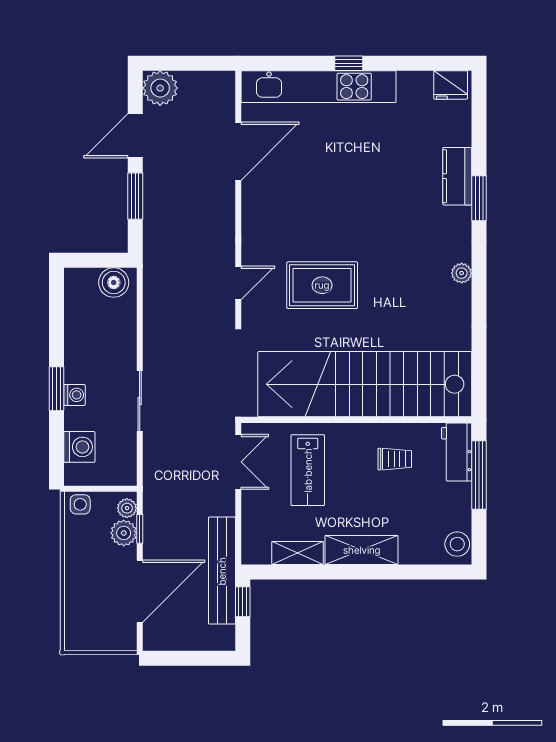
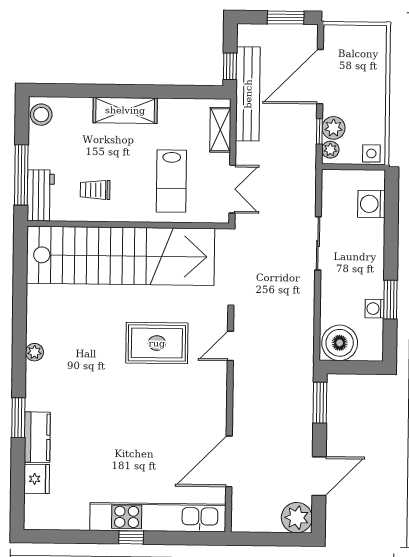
fridge: (451, 85) -> (37, 479), moved, turned 90
window: (135, 196) -> (320, 403), moved
boiler: (114, 283) -> (340, 343), width x1.37, depth x1.37
window: (56, 389) -> (390, 300), moved
washing machine: (74, 395) -> (374, 309), moved
double door: (238, 462) -> (232, 189), swing flipped
lab bench: (308, 470) -> (171, 181), turned 180
shelving: (297, 553) -> (220, 130), moved, turned 90
window: (180, 658) -> (286, 18), added

